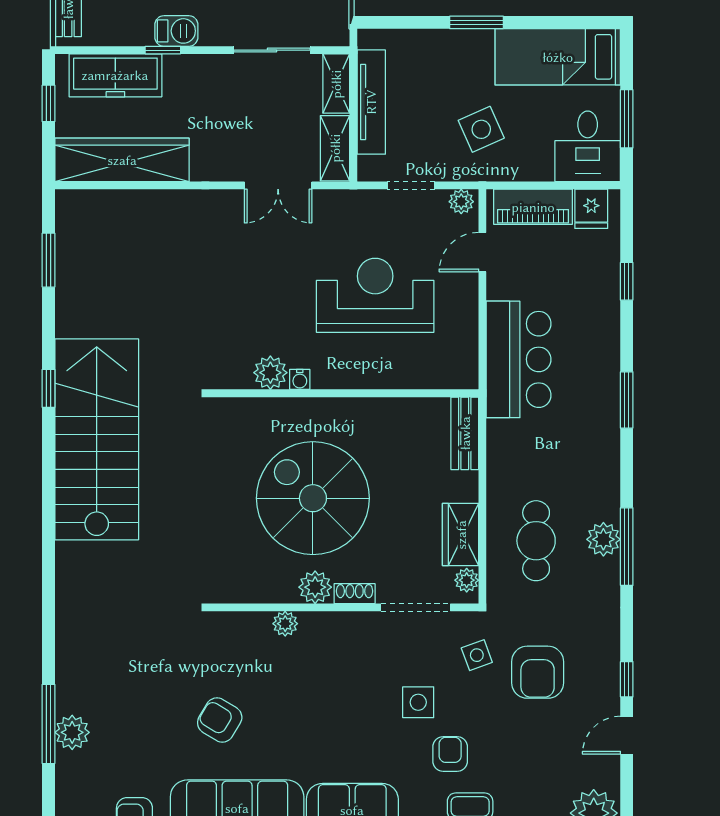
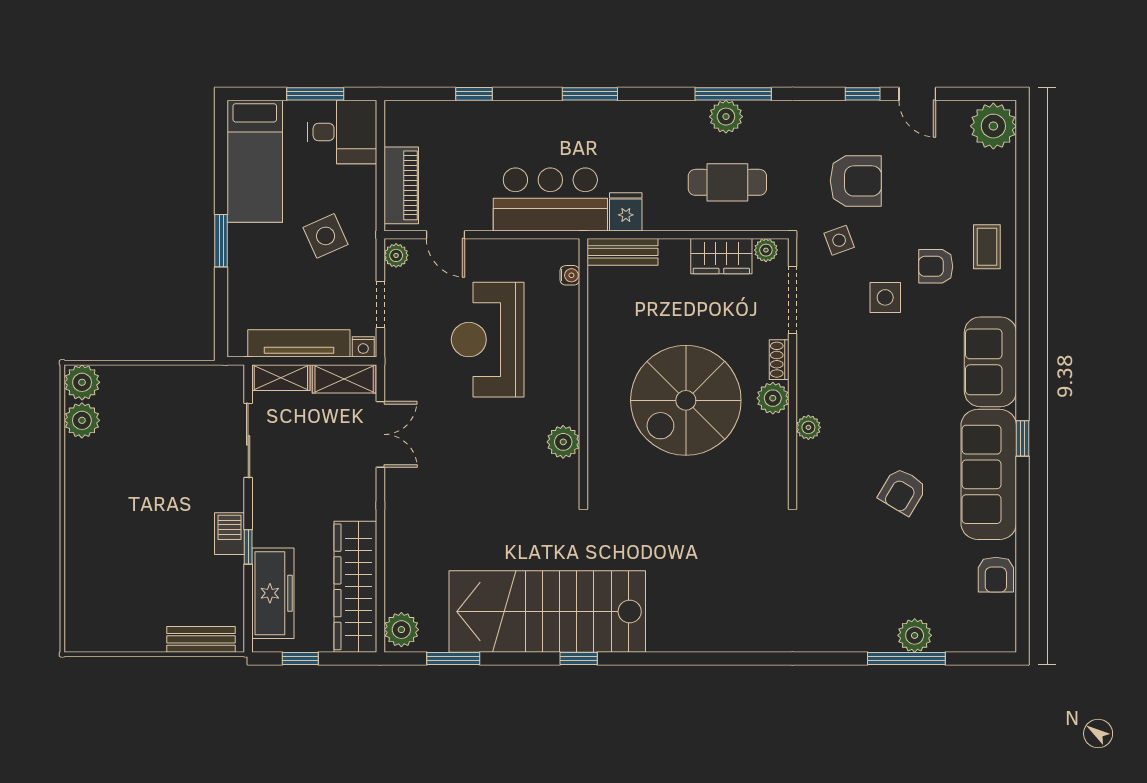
nightstand: (368, 168) -> (363, 347), added
plant: (78, 207) -> (401, 630), added
fridge: (591, 209) -> (626, 212), moved, turned -90
water cooler: (300, 379) -> (570, 275), moved
stairs: (97, 439) -> (547, 612), moved

